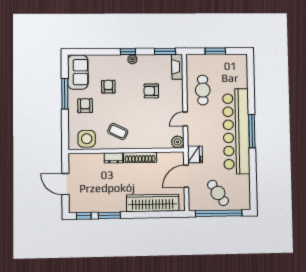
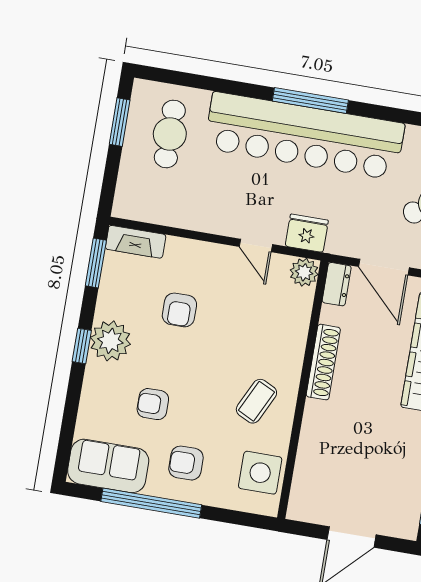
window: (215, 51) -> (120, 122), moved
plant: (132, 59) -> (110, 341), width x1.88, depth x1.88
cafe table: (203, 90) -> (170, 134), moved, turned 90
window: (65, 94) -> (151, 503), width x1.46
fridge: (195, 154) -> (307, 233), moved
dresser: (114, 158) -> (337, 284), moved

